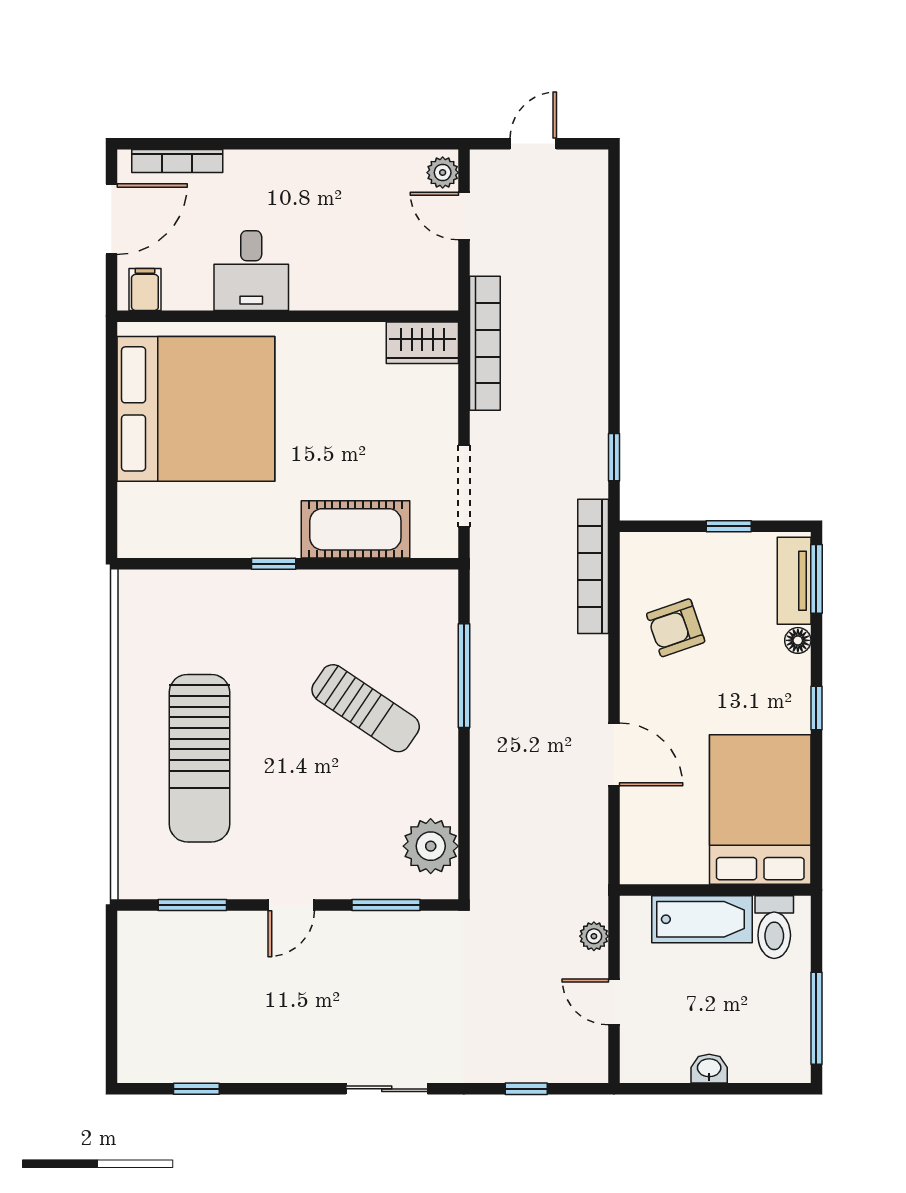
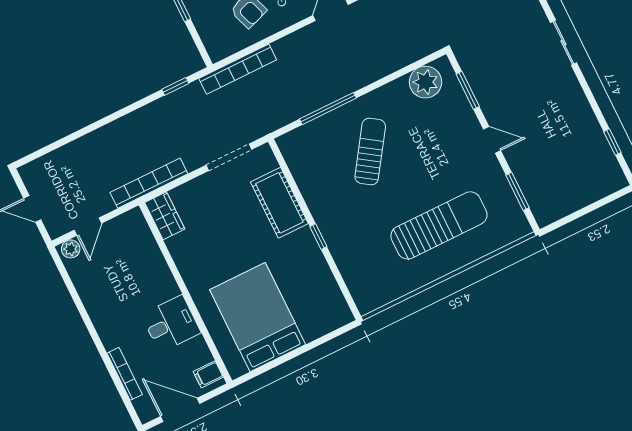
bookcase: (177, 161) -> (125, 374), moved
bed: (196, 409) -> (258, 317), width x0.73

